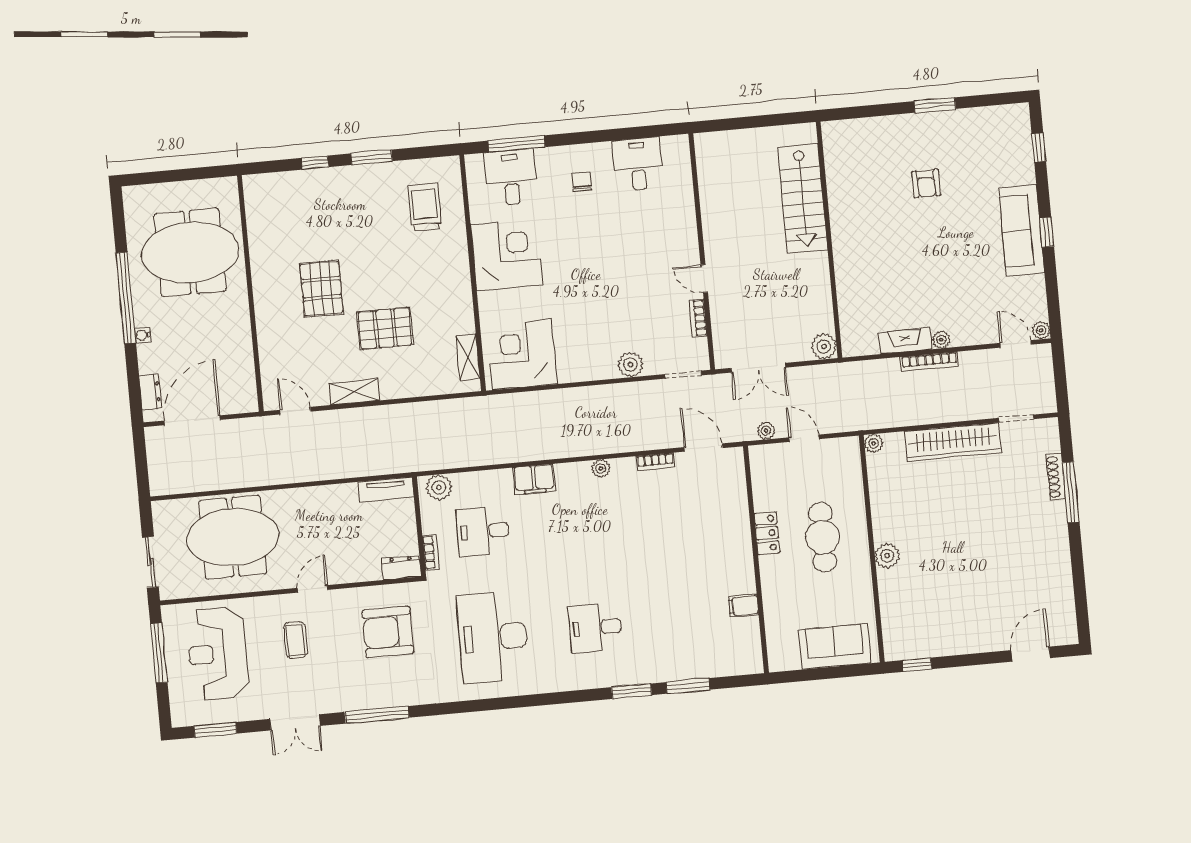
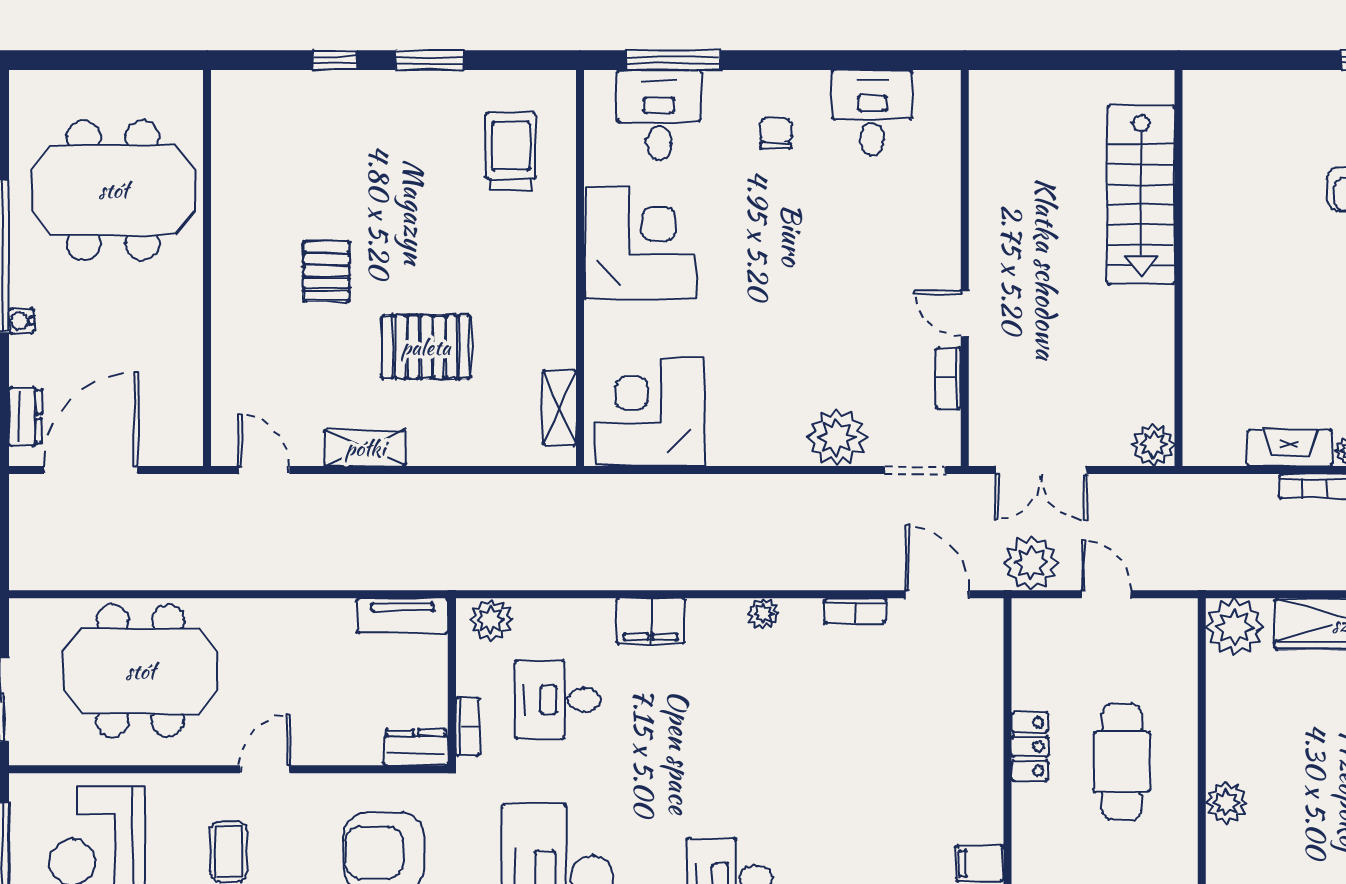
pallet: (322, 289) -> (326, 271), width x0.67, depth x0.71
plant: (631, 365) -> (837, 437), width x1.36, depth x1.36
plant: (766, 431) -> (1031, 563), width x1.88, depth x1.88
plant: (874, 443) -> (1235, 627), width x1.88, depth x1.88

